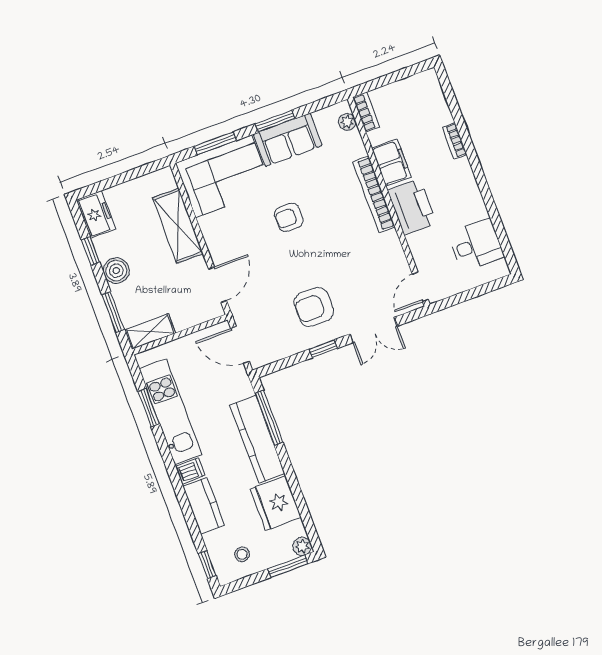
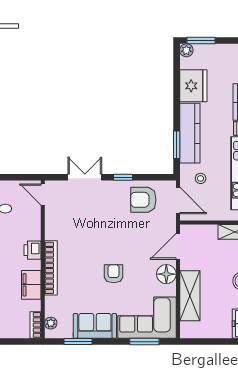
window: (275, 121) -> (78, 342), moved
printer: (412, 207) -> (33, 250), width x0.53, depth x0.68
armchair: (289, 217) -> (114, 274), turned -90
floor lamp: (219, 243) -> (166, 274), added
door: (420, 287) -> (43, 195), swing flipped
armchair: (314, 307) -> (143, 200), moved, turned 180
window: (269, 418) -> (177, 145), width x0.69
stool: (242, 554) -> (201, 178), moved

